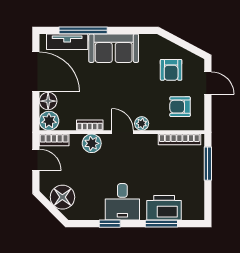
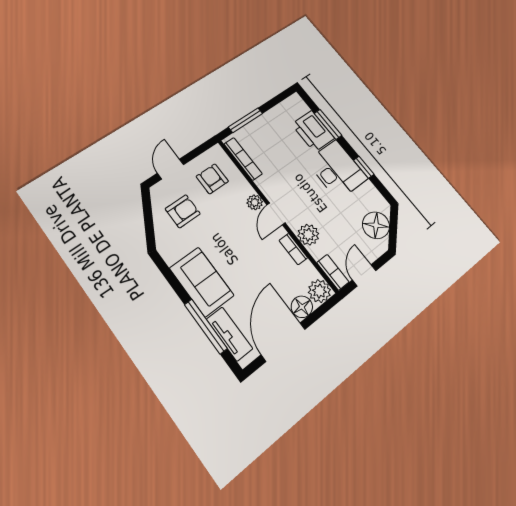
armchair: (180, 107) -> (212, 179), turned 180
desk: (122, 202) -> (337, 170), width x1.37

